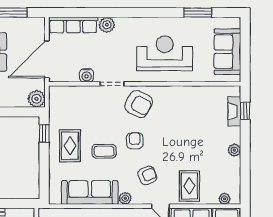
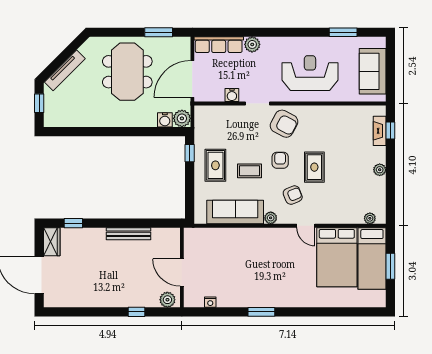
water cooler: (19, 100) -> (165, 120), added
rug: (189, 186) -> (314, 167), moved

